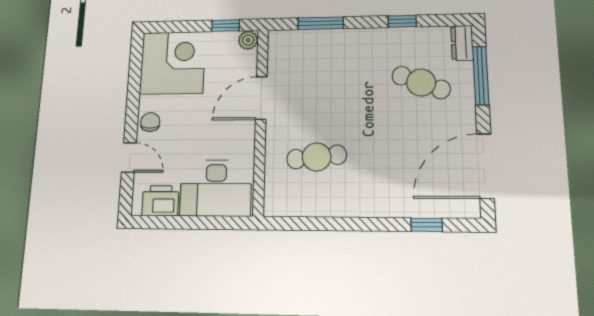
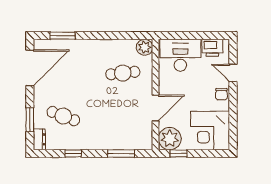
plant: (248, 40) -> (170, 139), width x1.88, depth x1.88
window: (481, 76) -> (30, 120), width x0.69
plant: (278, 202) -> (145, 47), added
window: (427, 225) -> (63, 36), width x1.50

